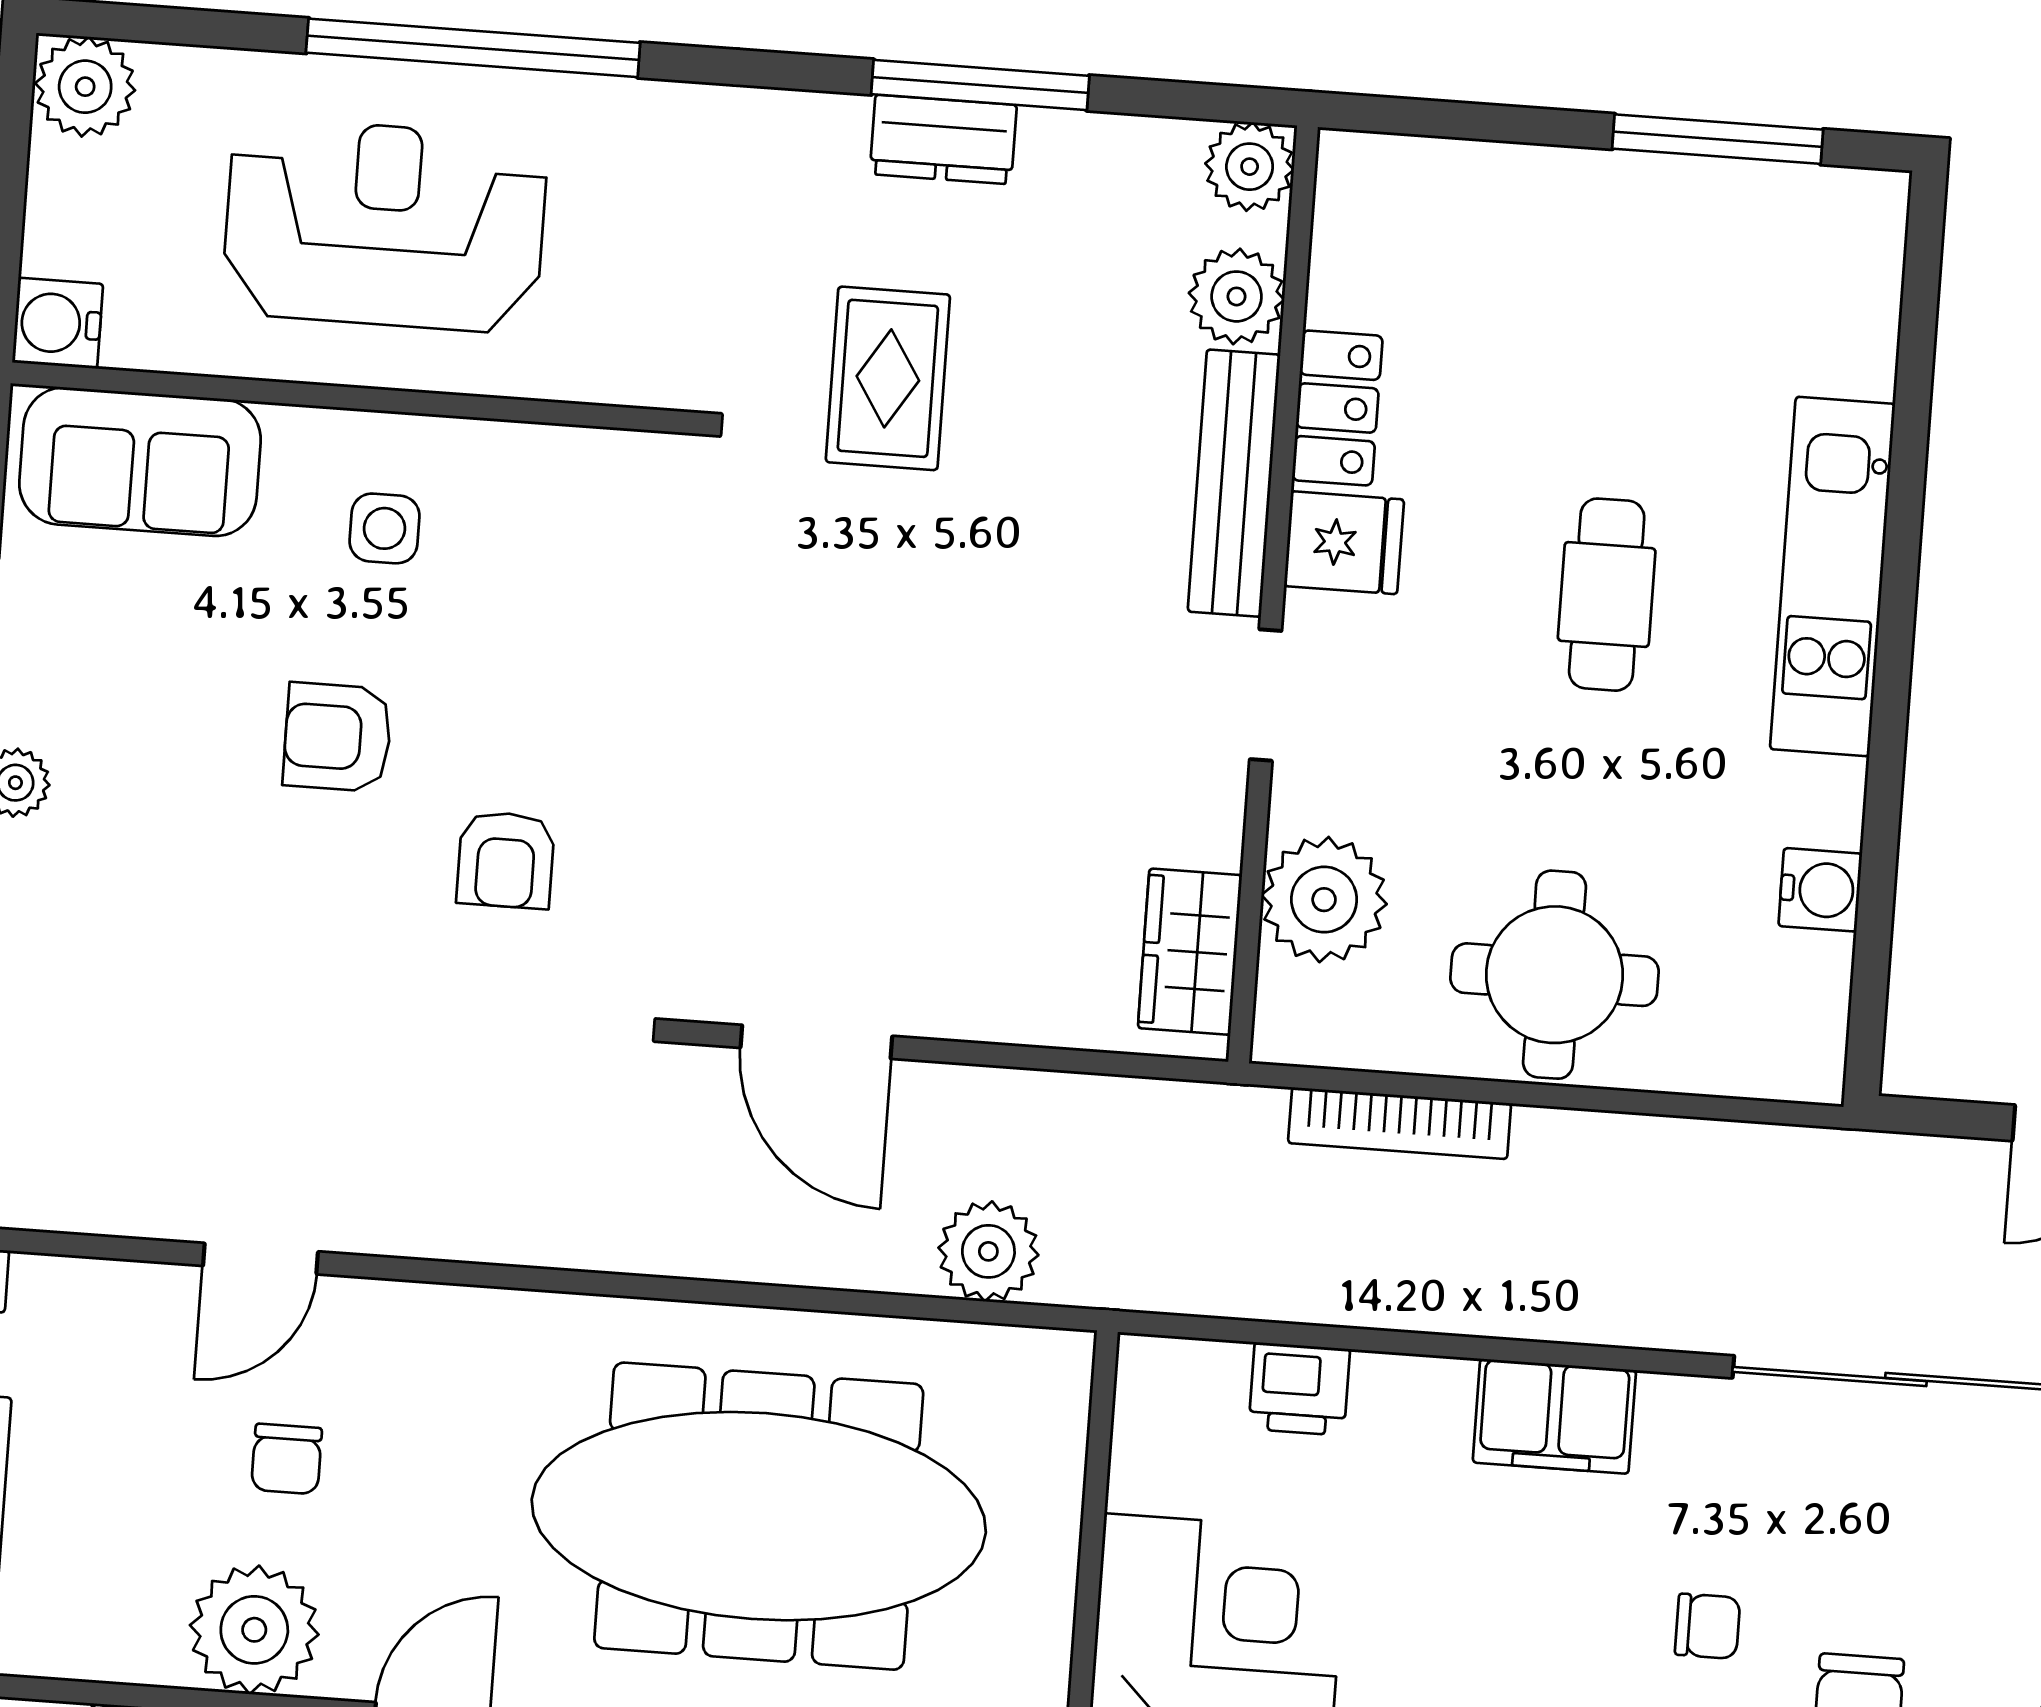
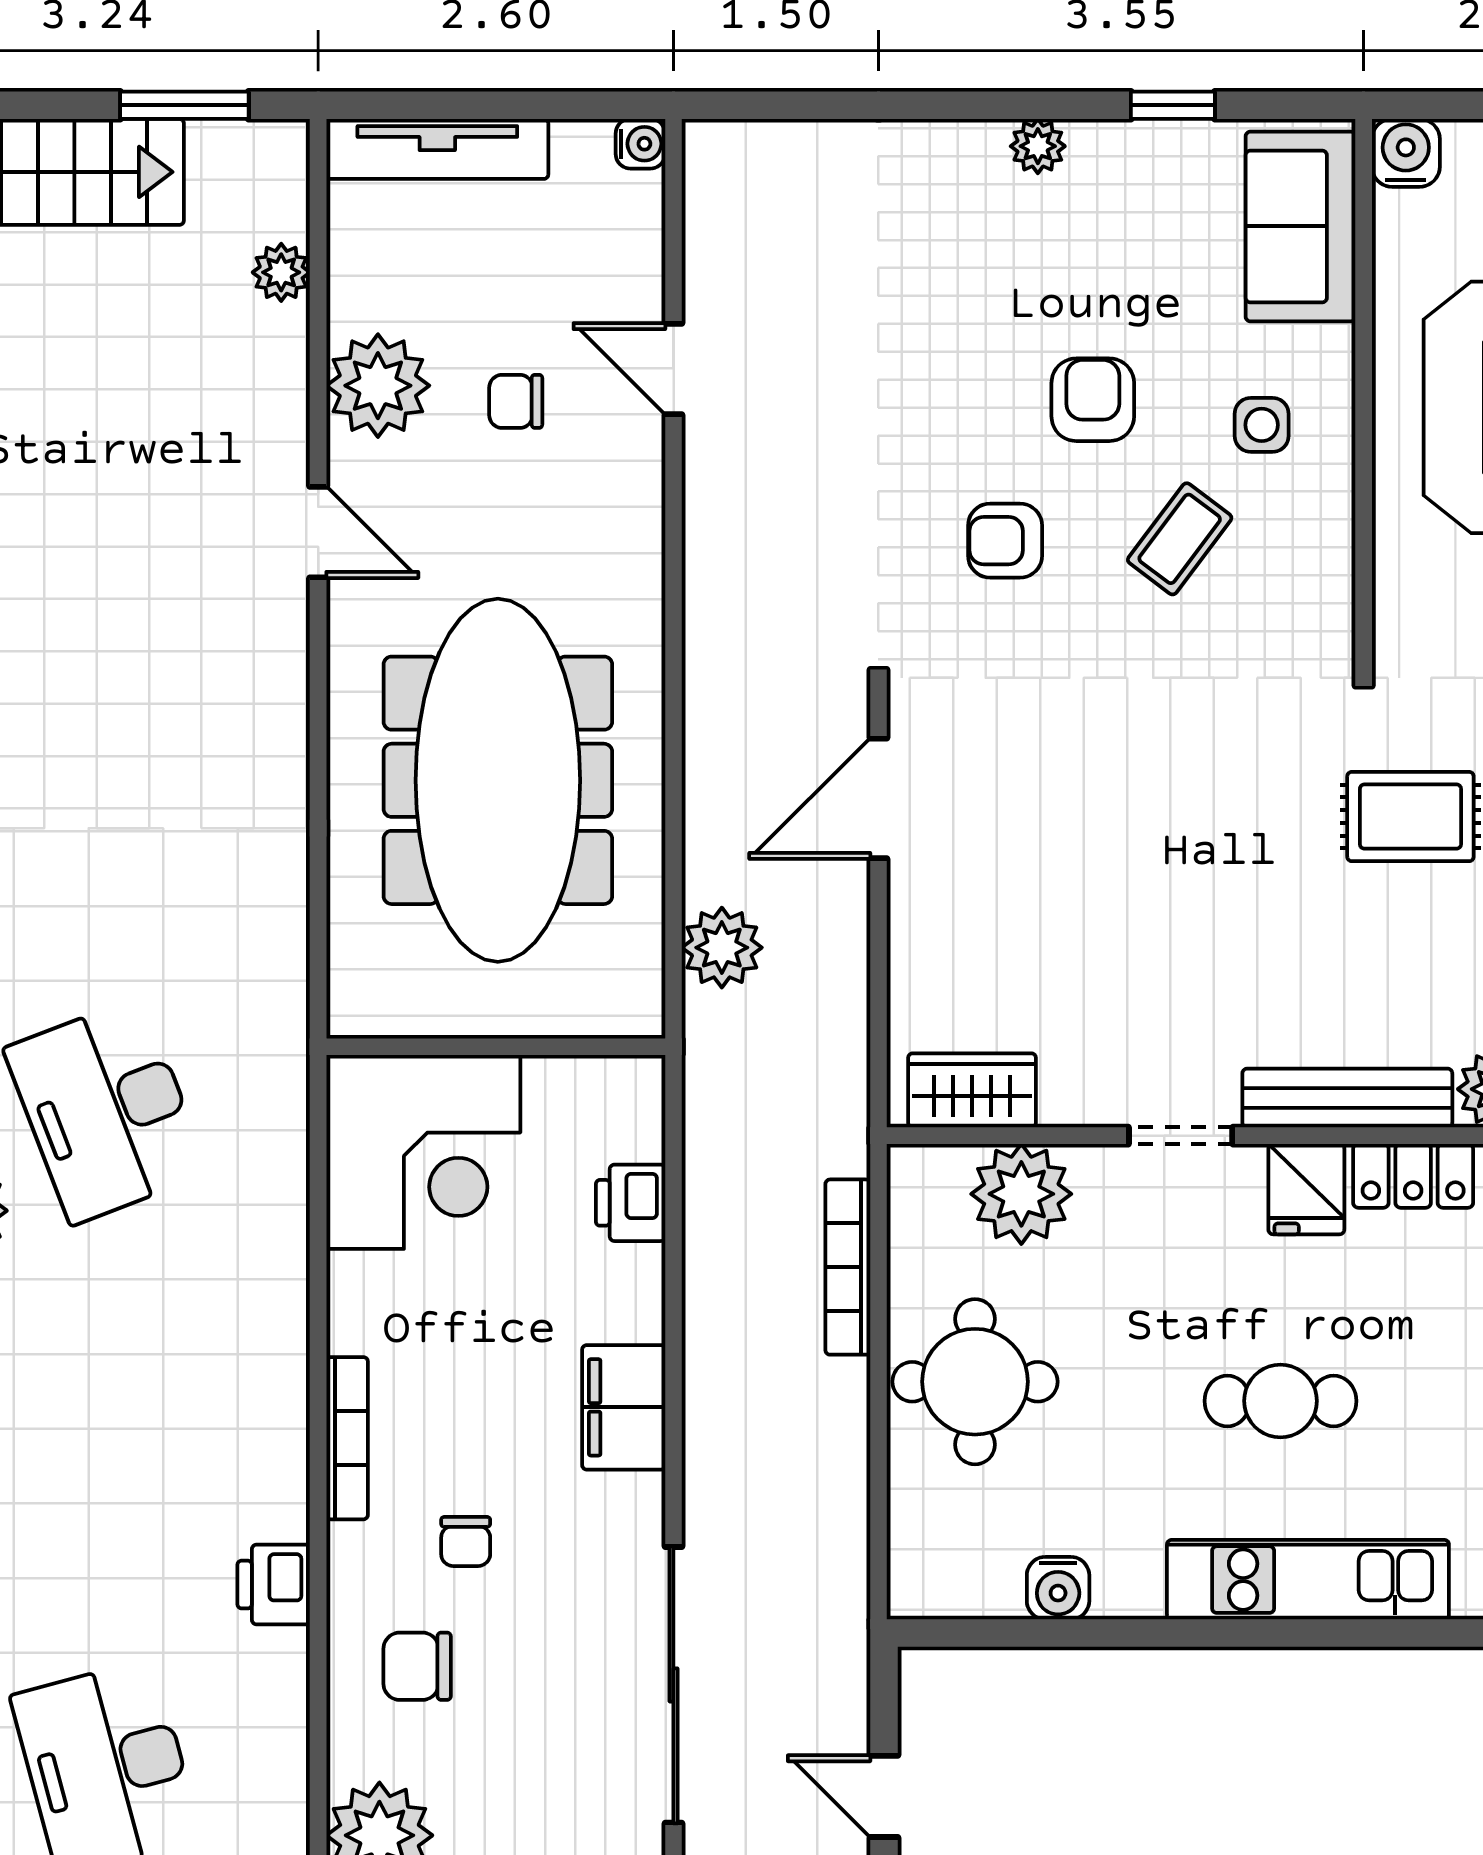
coffee table: (519, 641) -> (1180, 539), added

